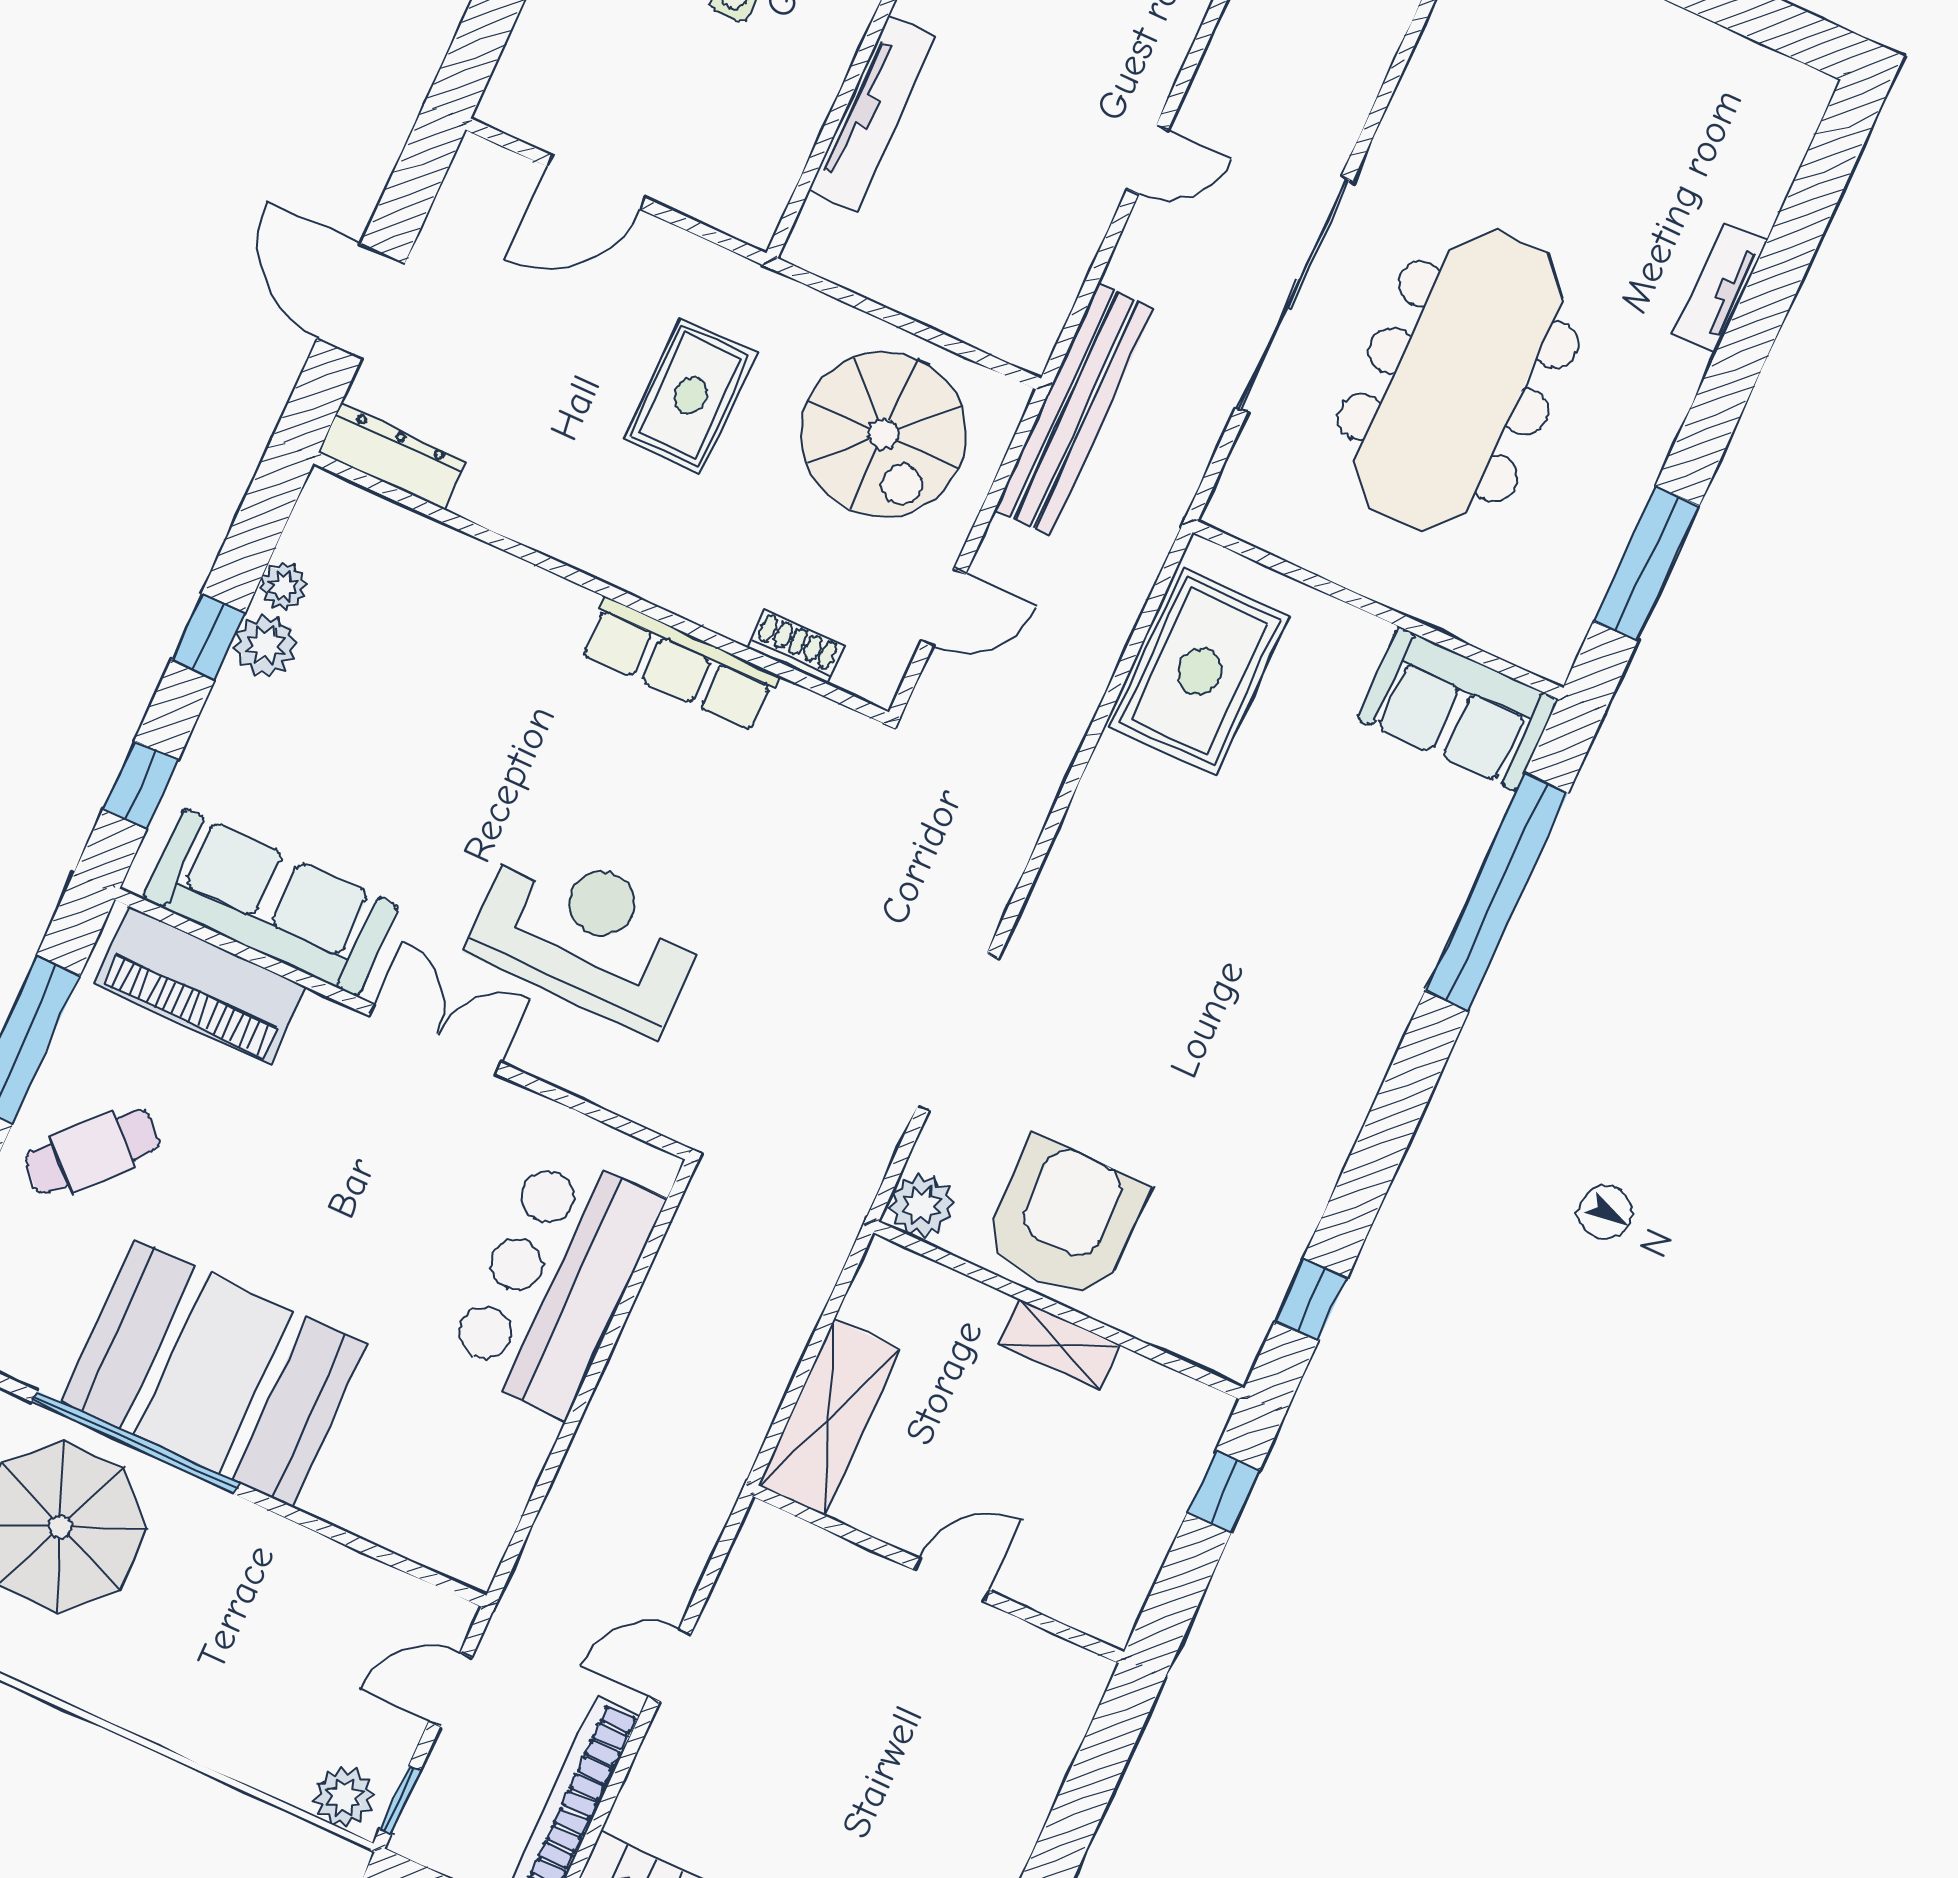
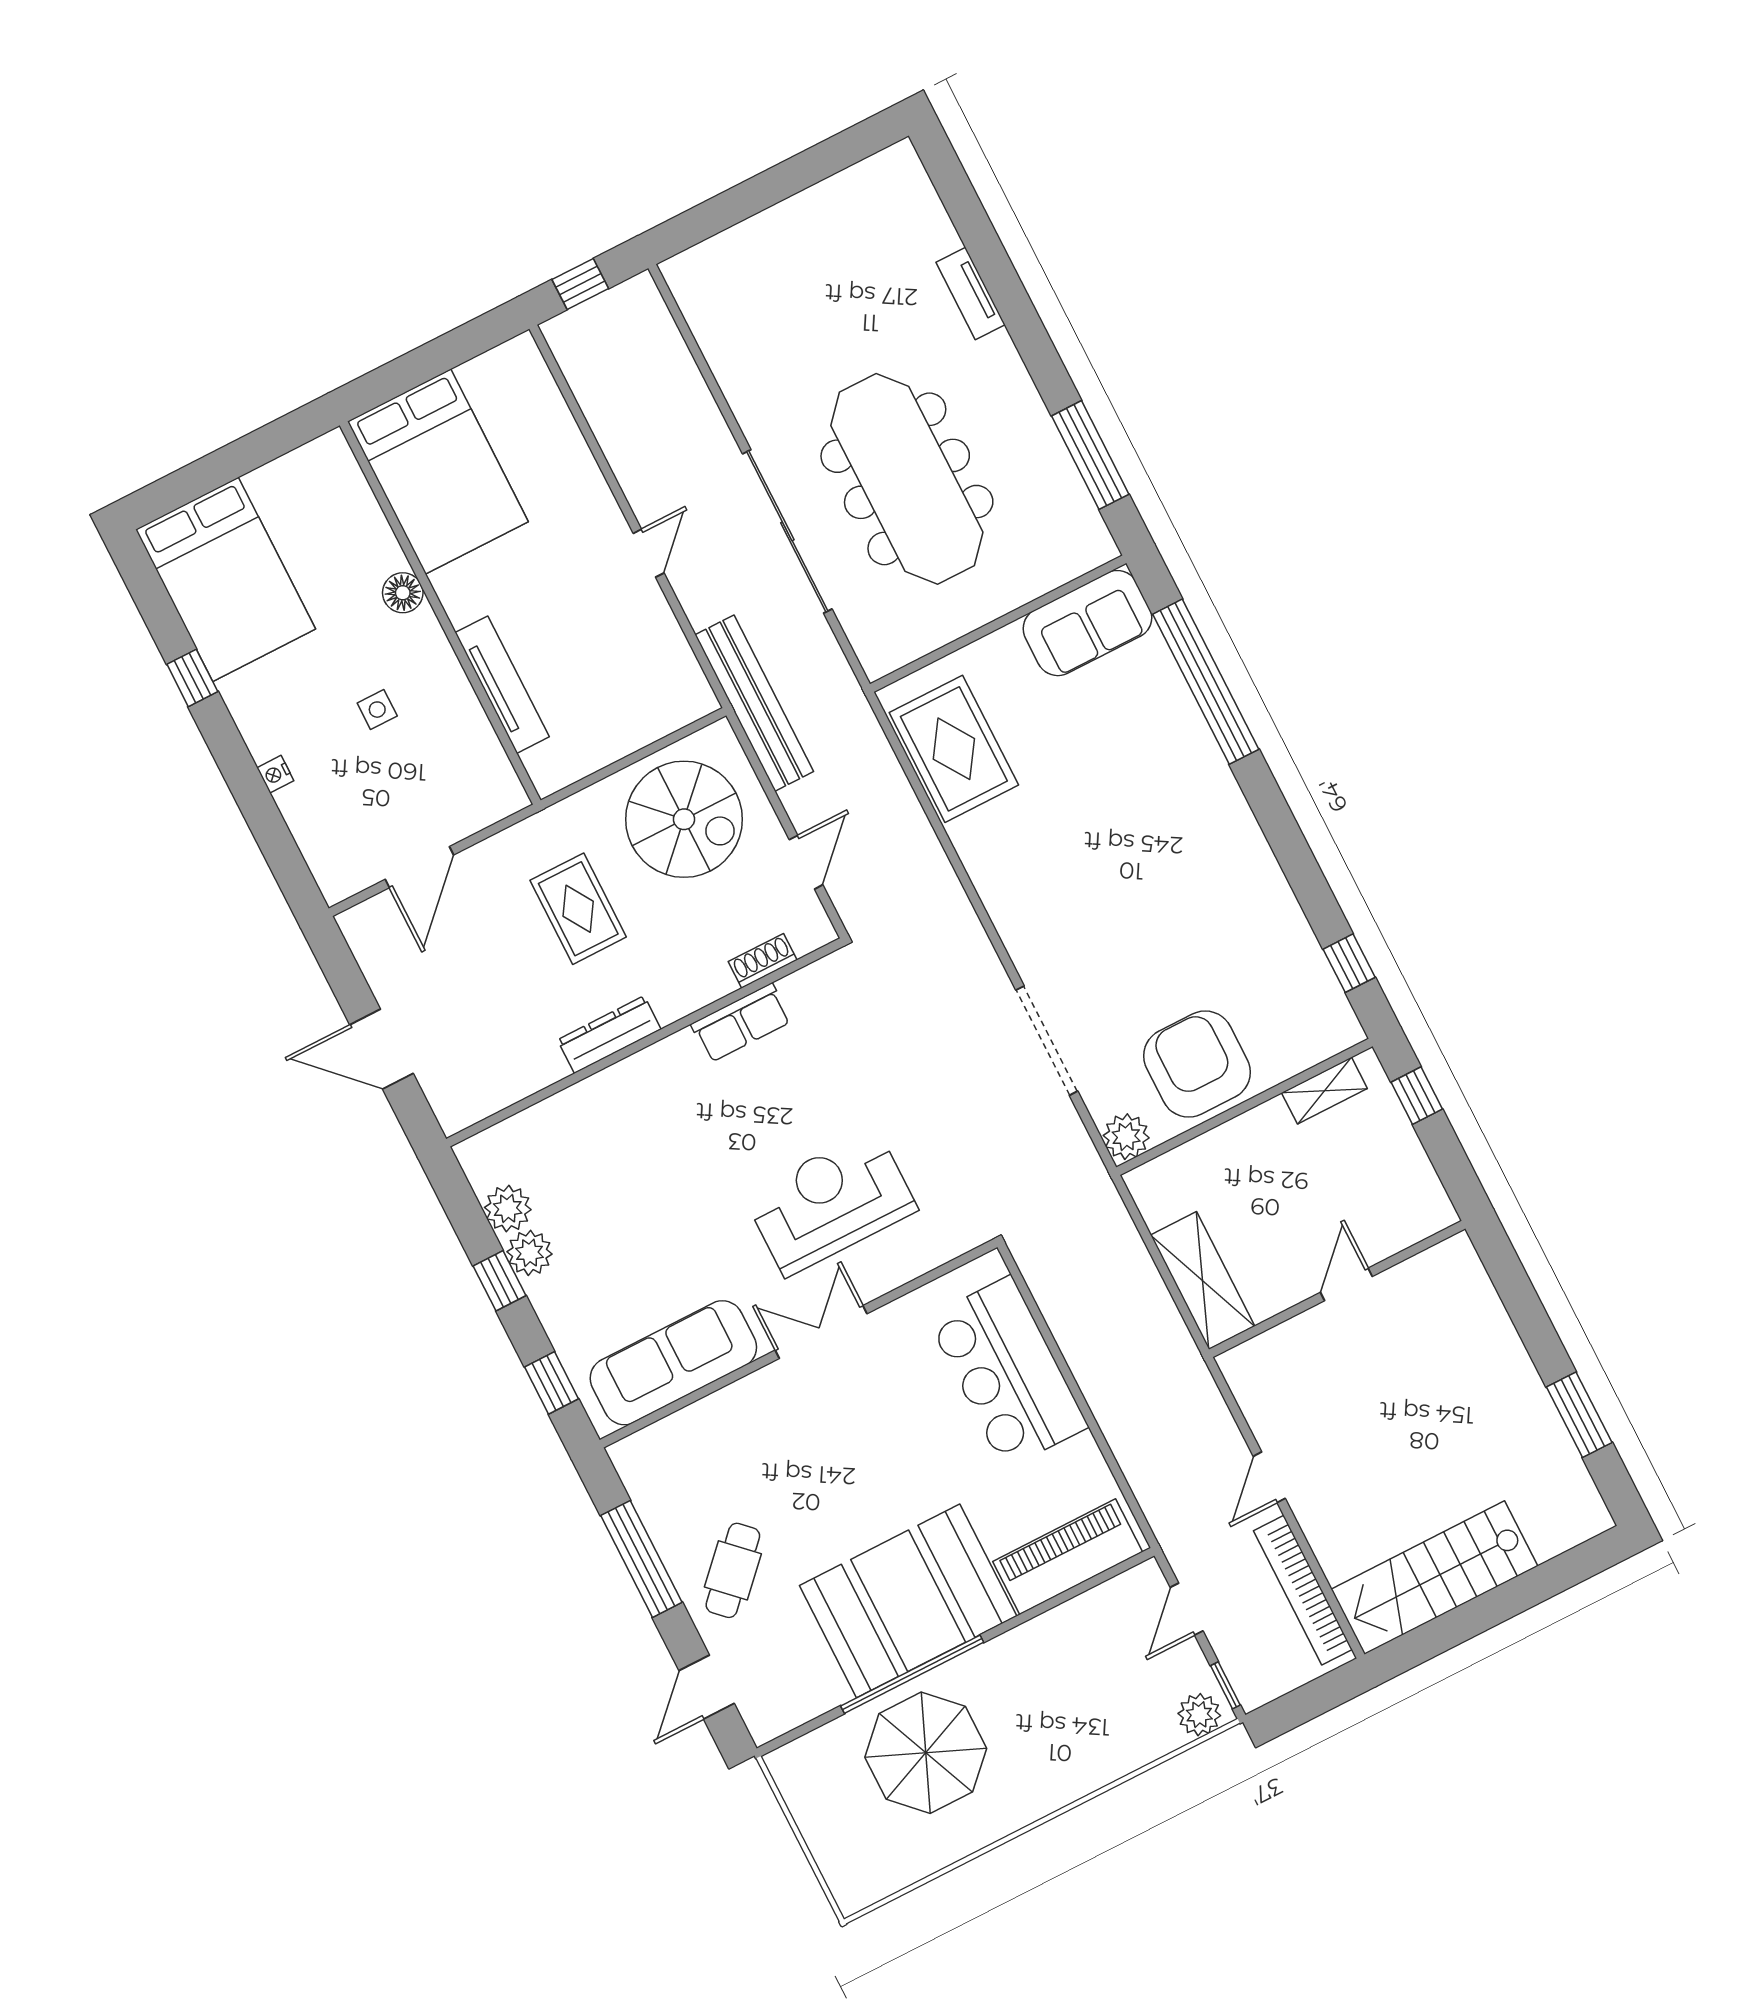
dresser: (392, 456) -> (609, 1035), moved
plant: (283, 587) -> (508, 1209), width x1.38, depth x1.38
row of seats: (679, 664) -> (741, 1023), width x0.68
piano: (200, 985) -> (1068, 1557), moved, turned 180
shelving: (1059, 1344) -> (1324, 1091), moved

